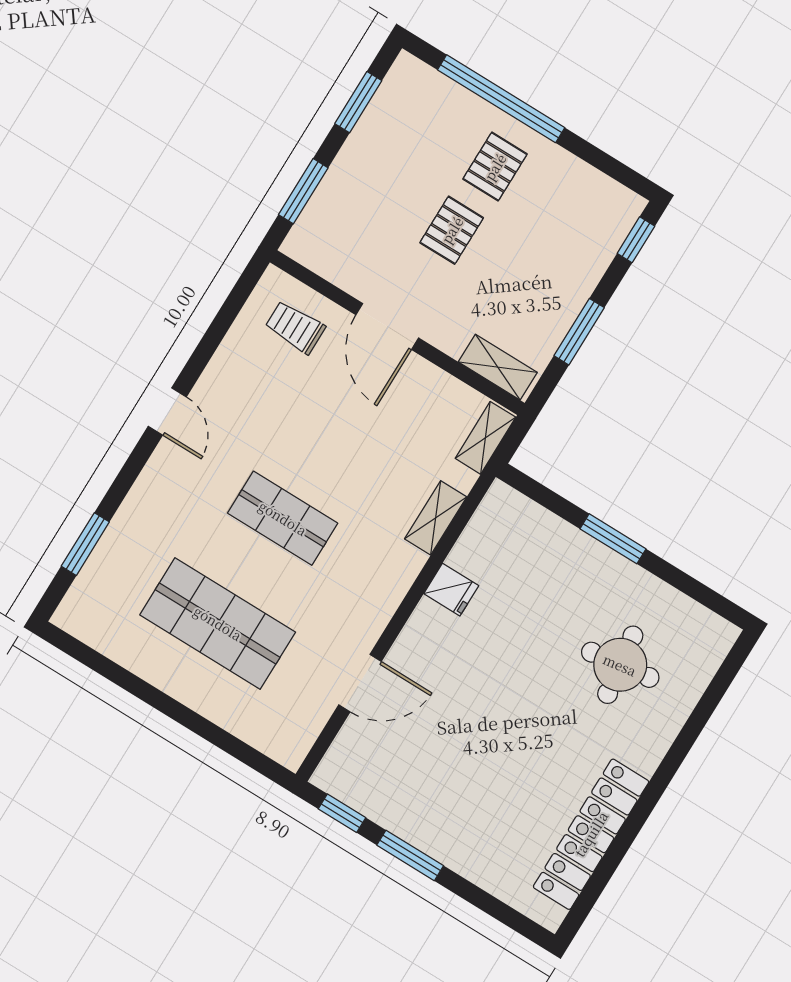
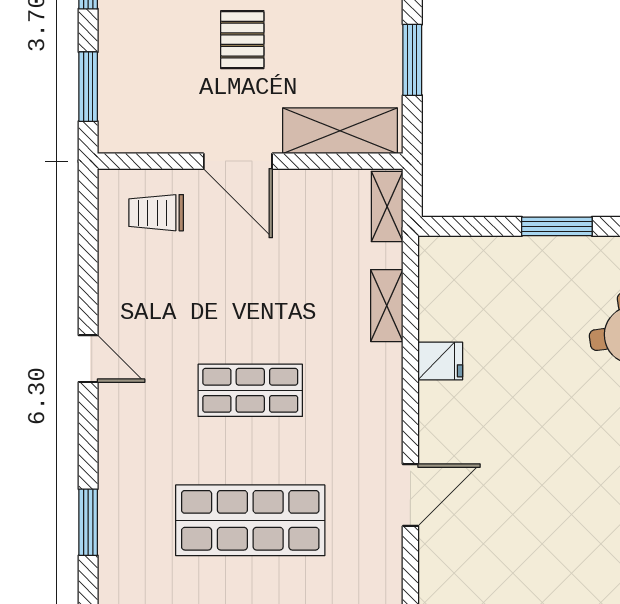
shelving: (498, 367) -> (340, 131), width x1.50, depth x1.33

